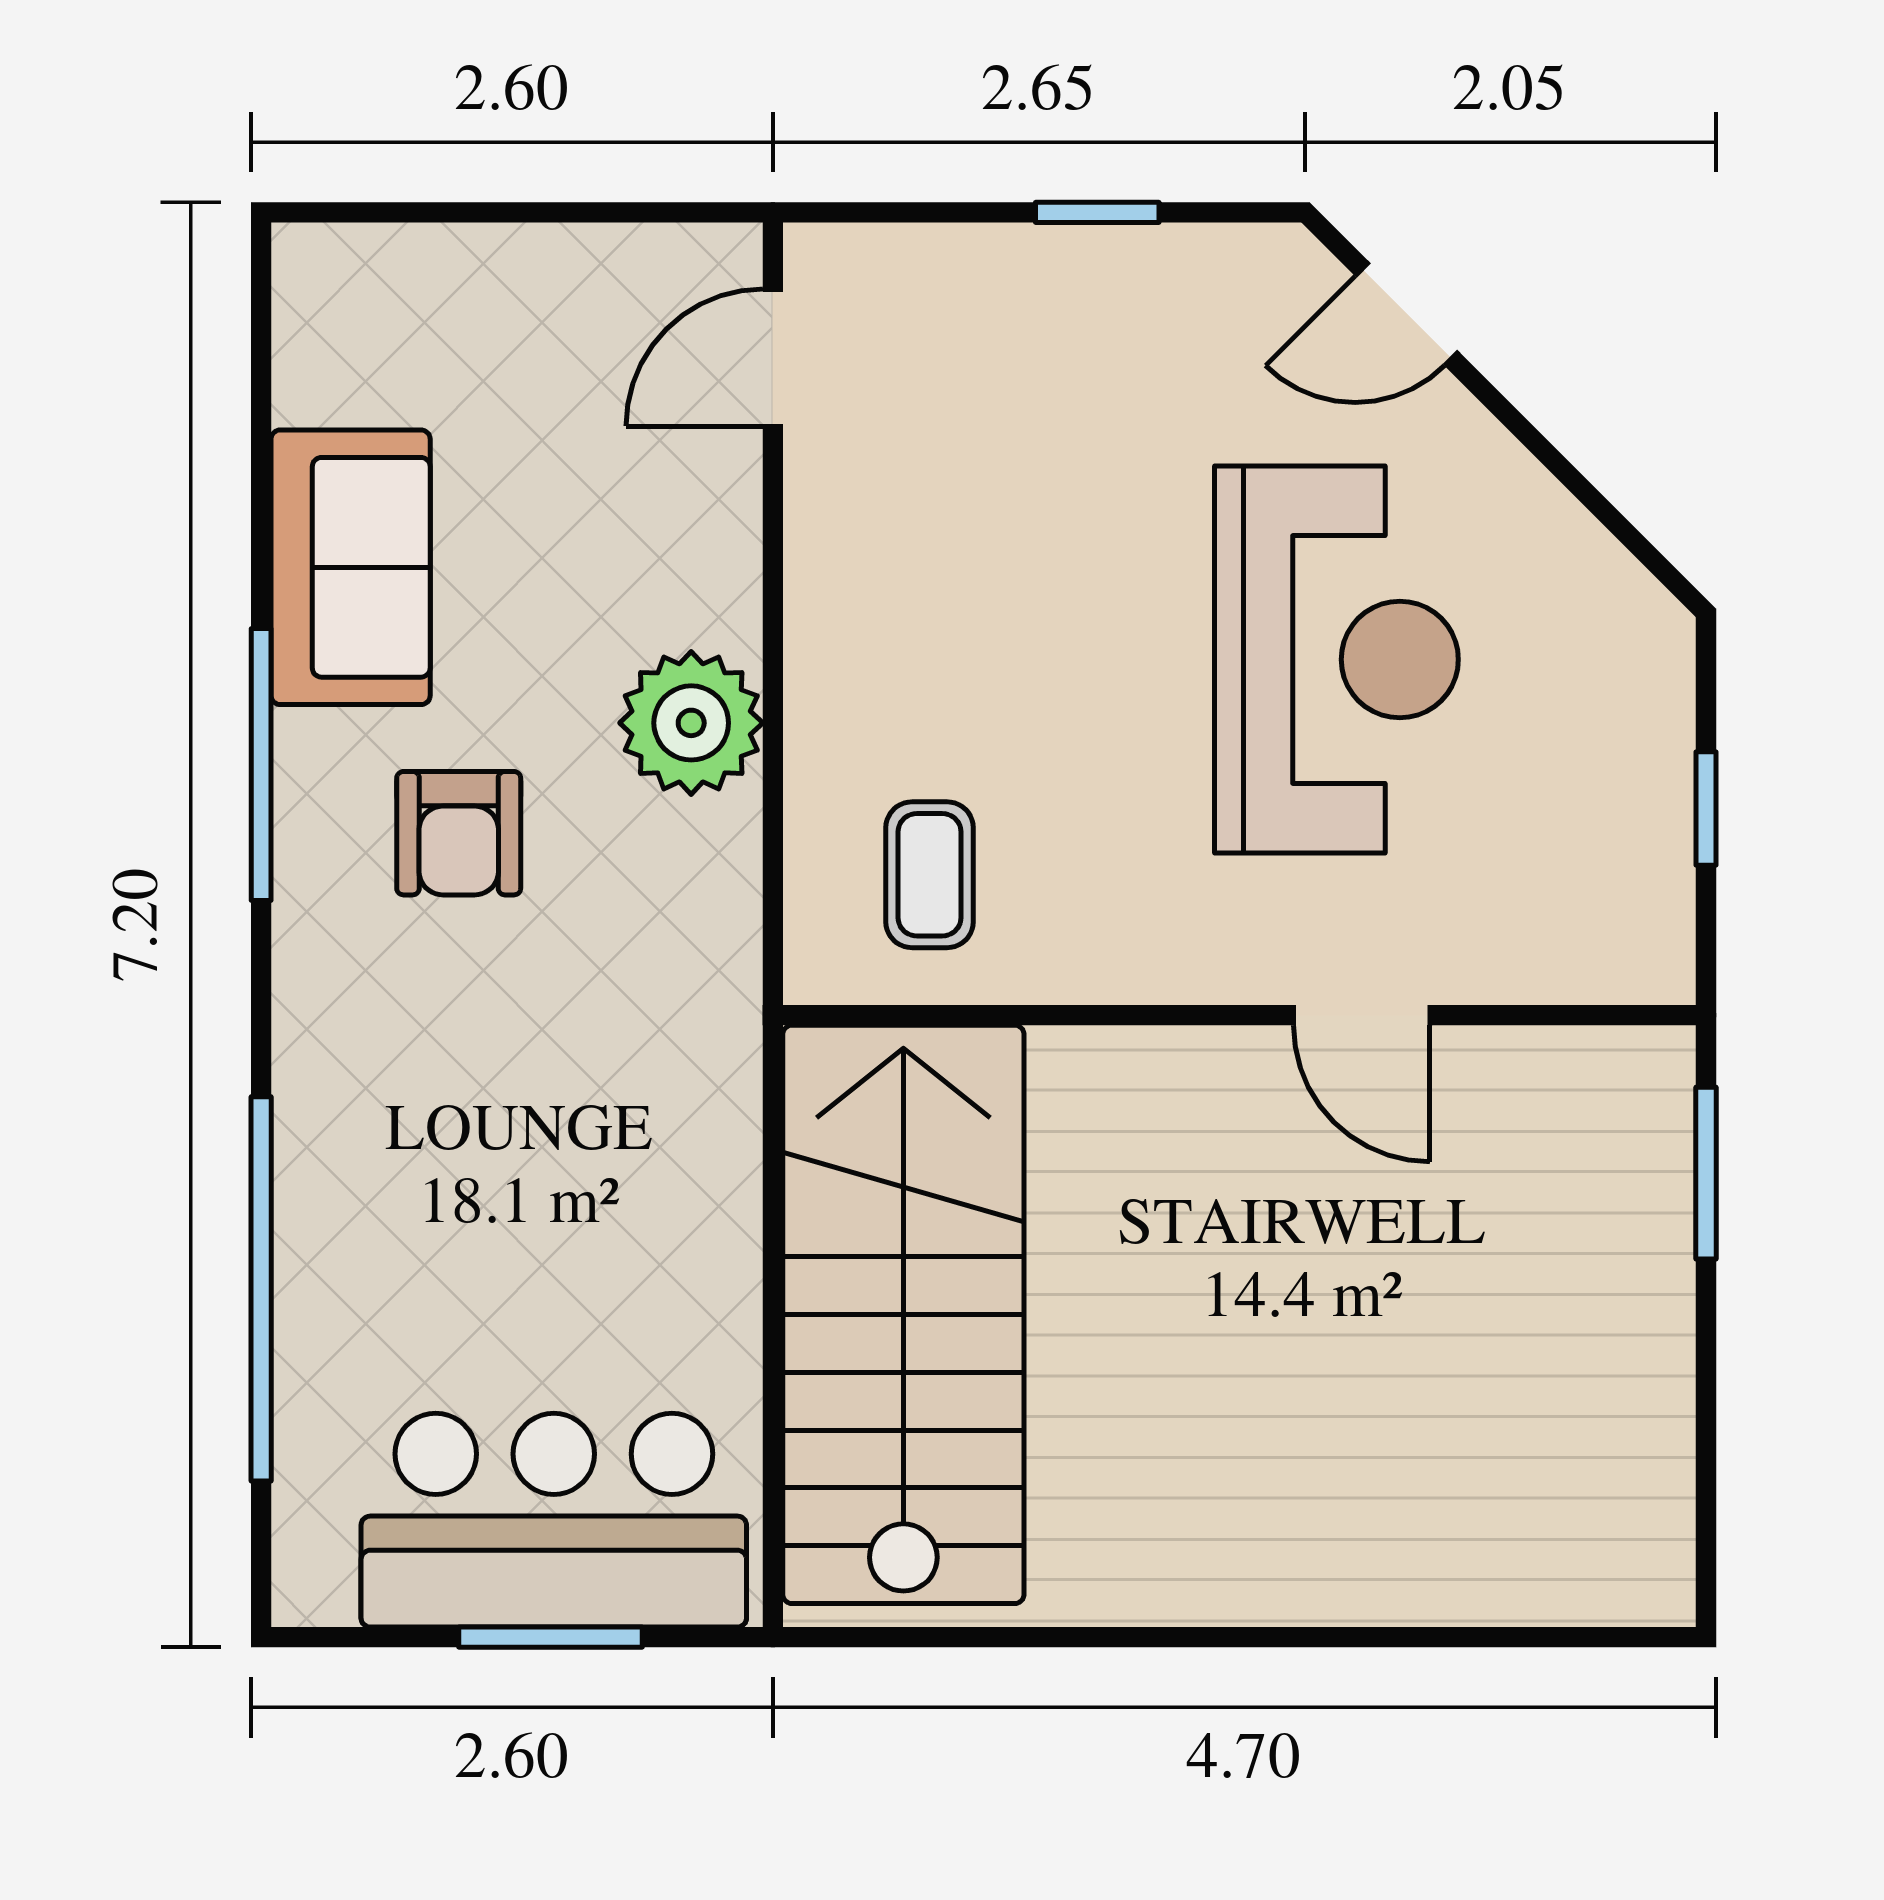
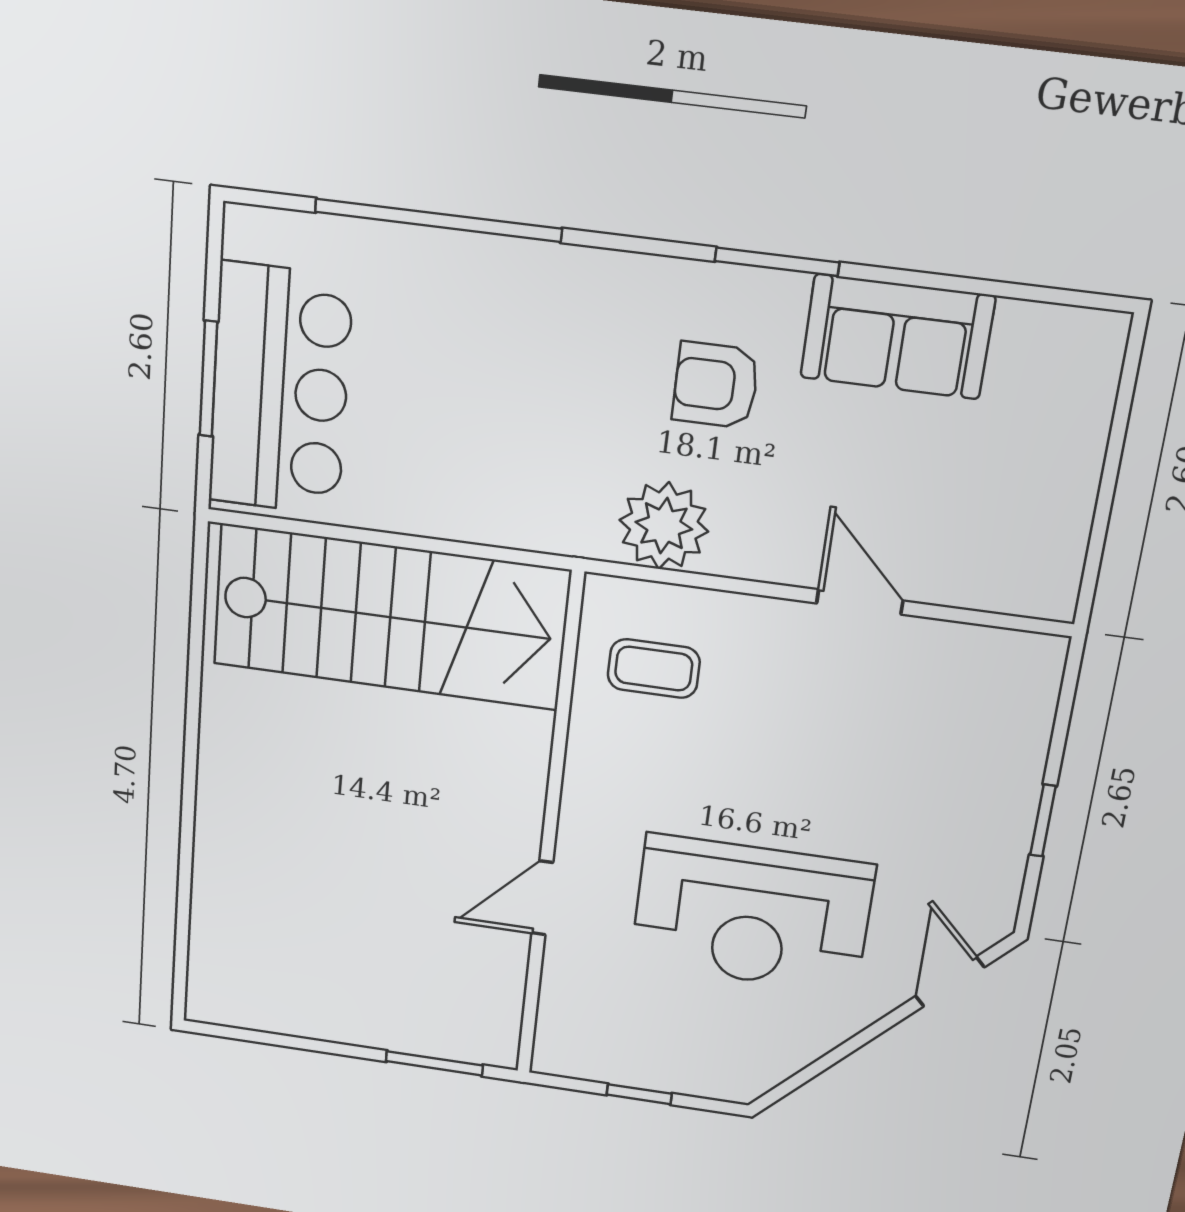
door: (773, 358) -> (860, 602), moved
plant: (691, 723) -> (664, 526), moved
window: (261, 765) -> (777, 262), width x0.69

